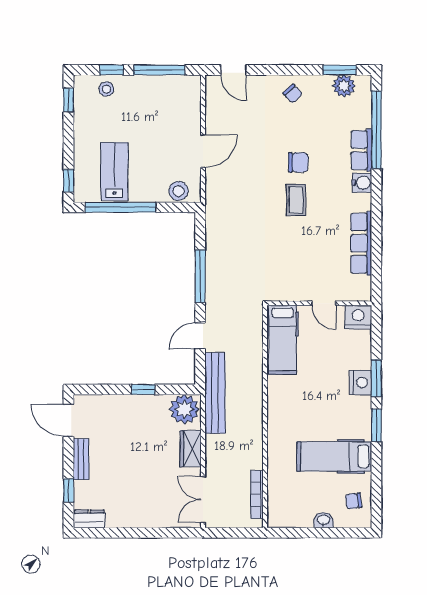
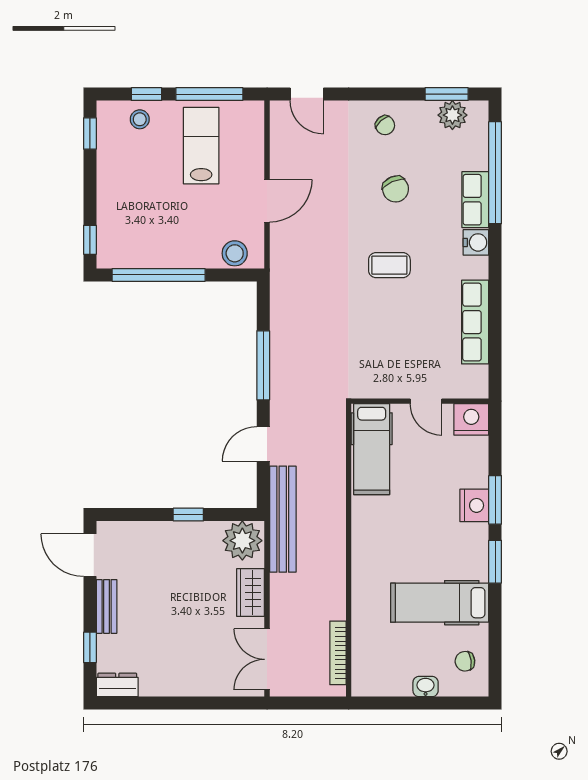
chair: (298, 162) -> (396, 189), moved, turned 66
lab bench: (114, 171) -> (201, 146), moved
coffee table: (296, 200) -> (389, 265), turned 90

